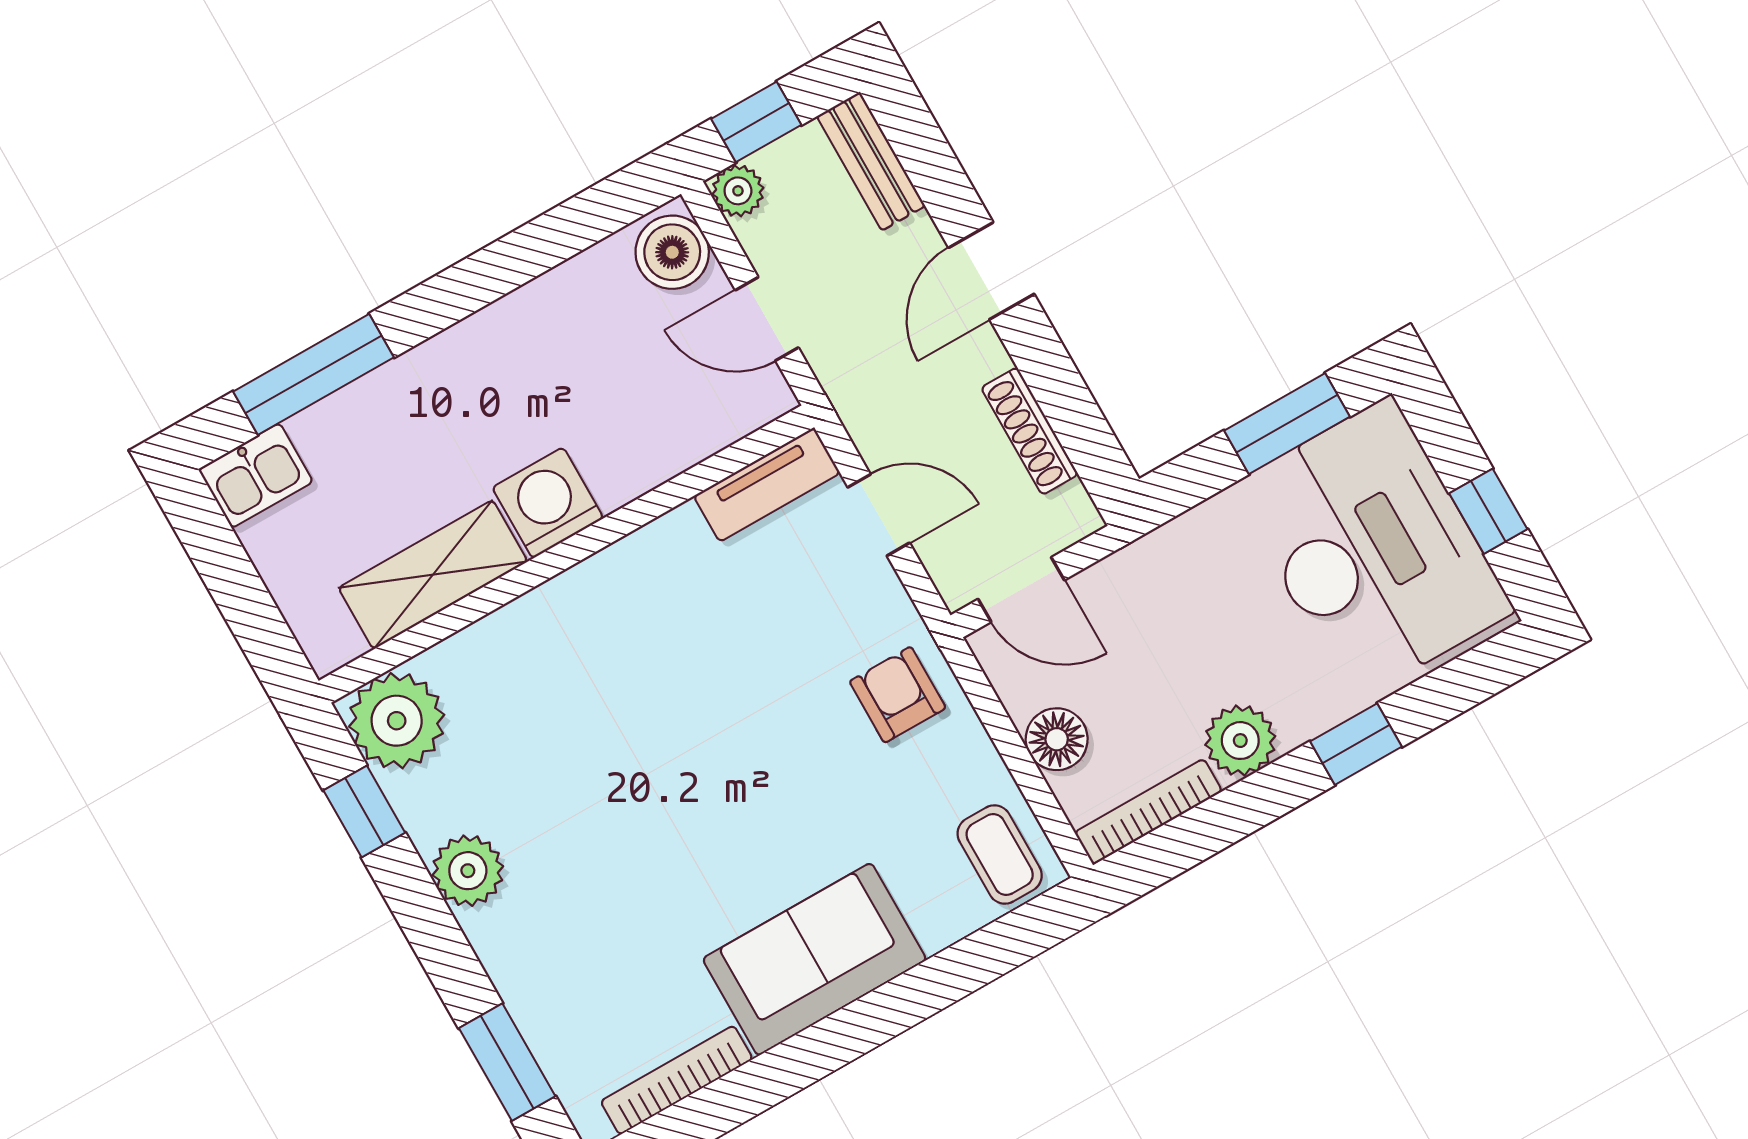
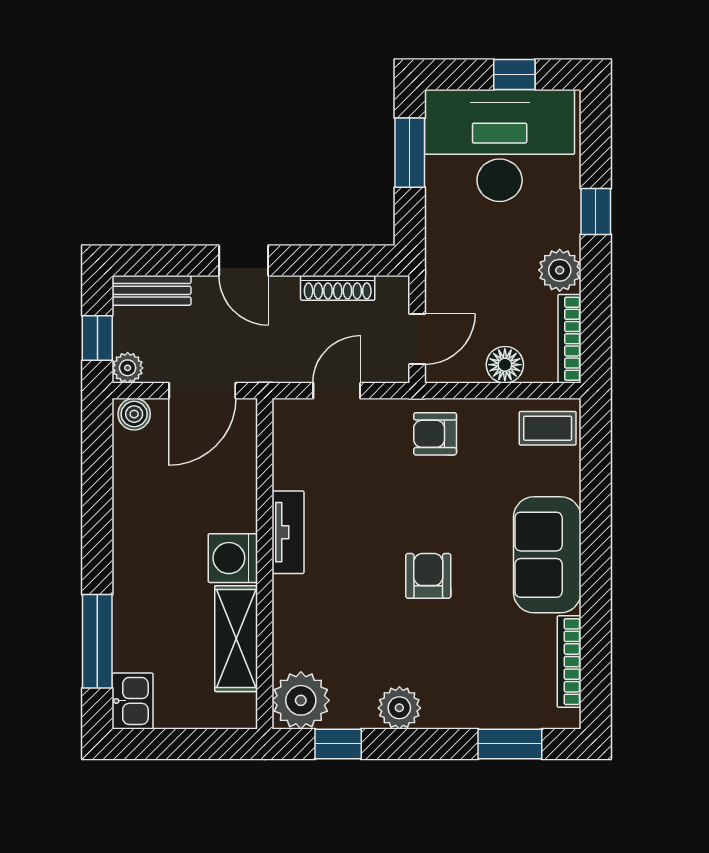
boiler: (672, 252) -> (134, 414), width x0.73, depth x0.73
door: (767, 319) -> (202, 391), width x1.37
tv unit: (767, 485) -> (288, 532), moved
armchair: (685, 803) -> (428, 576), added

